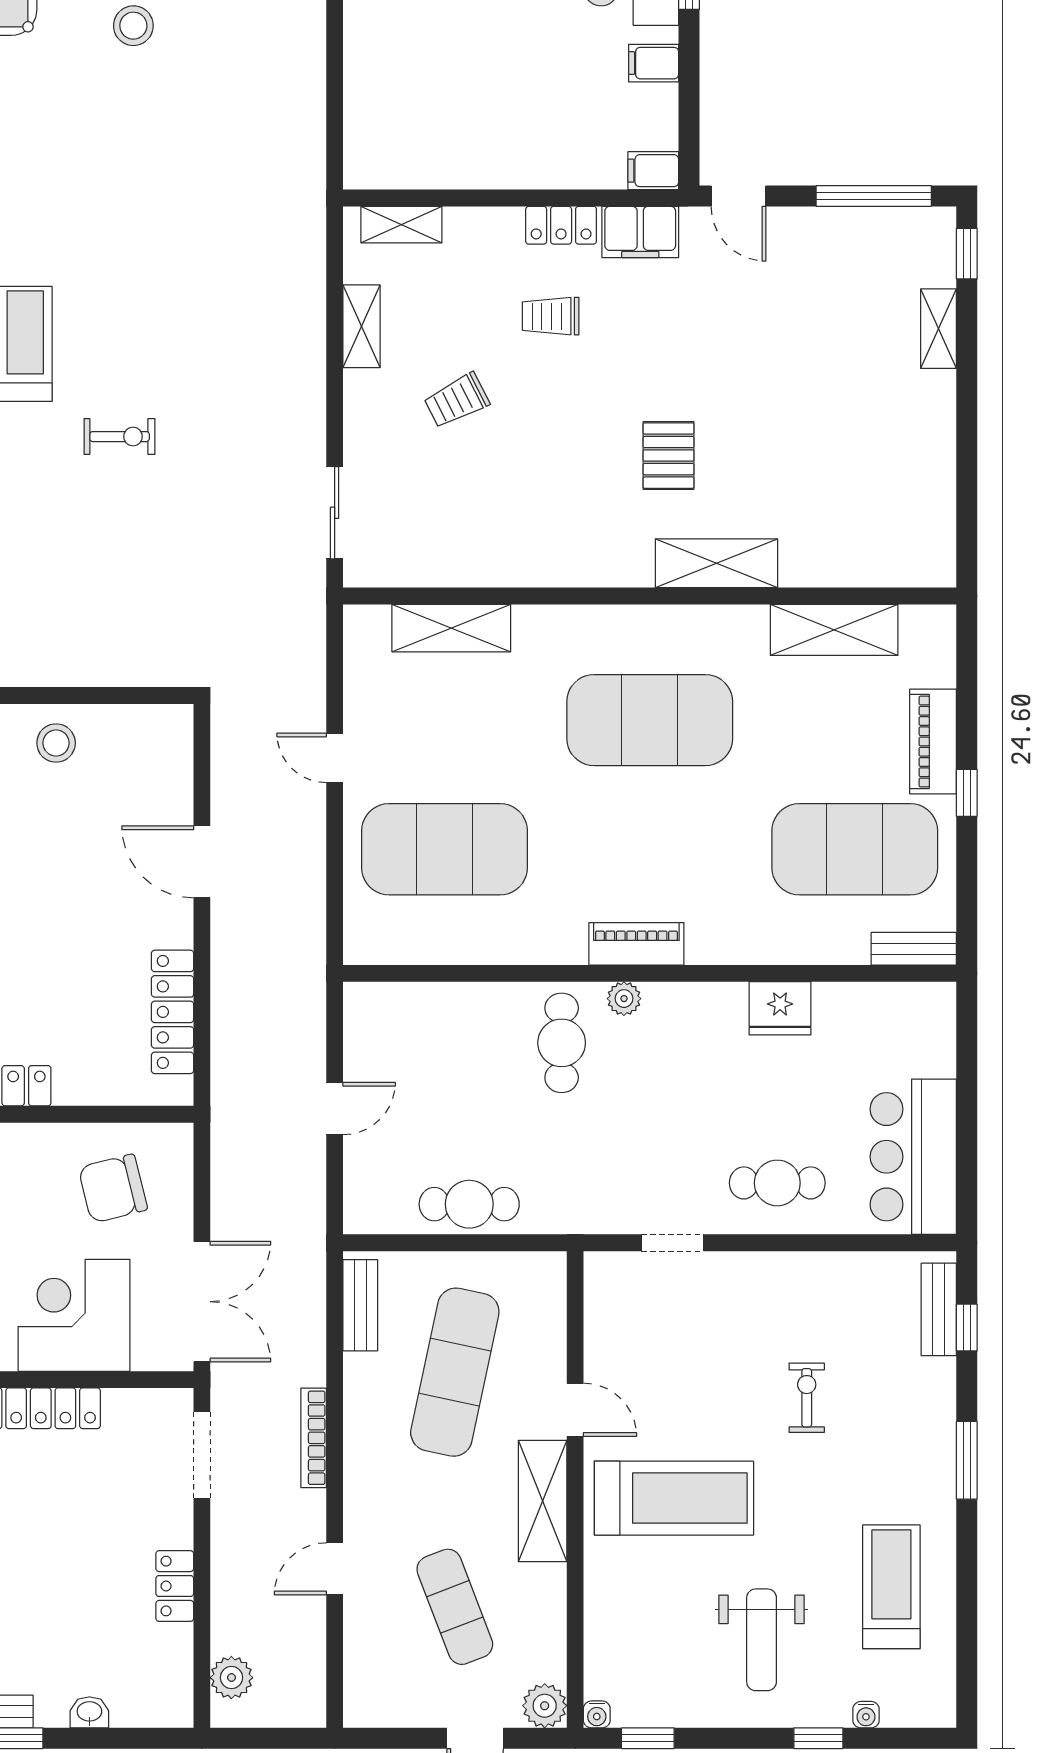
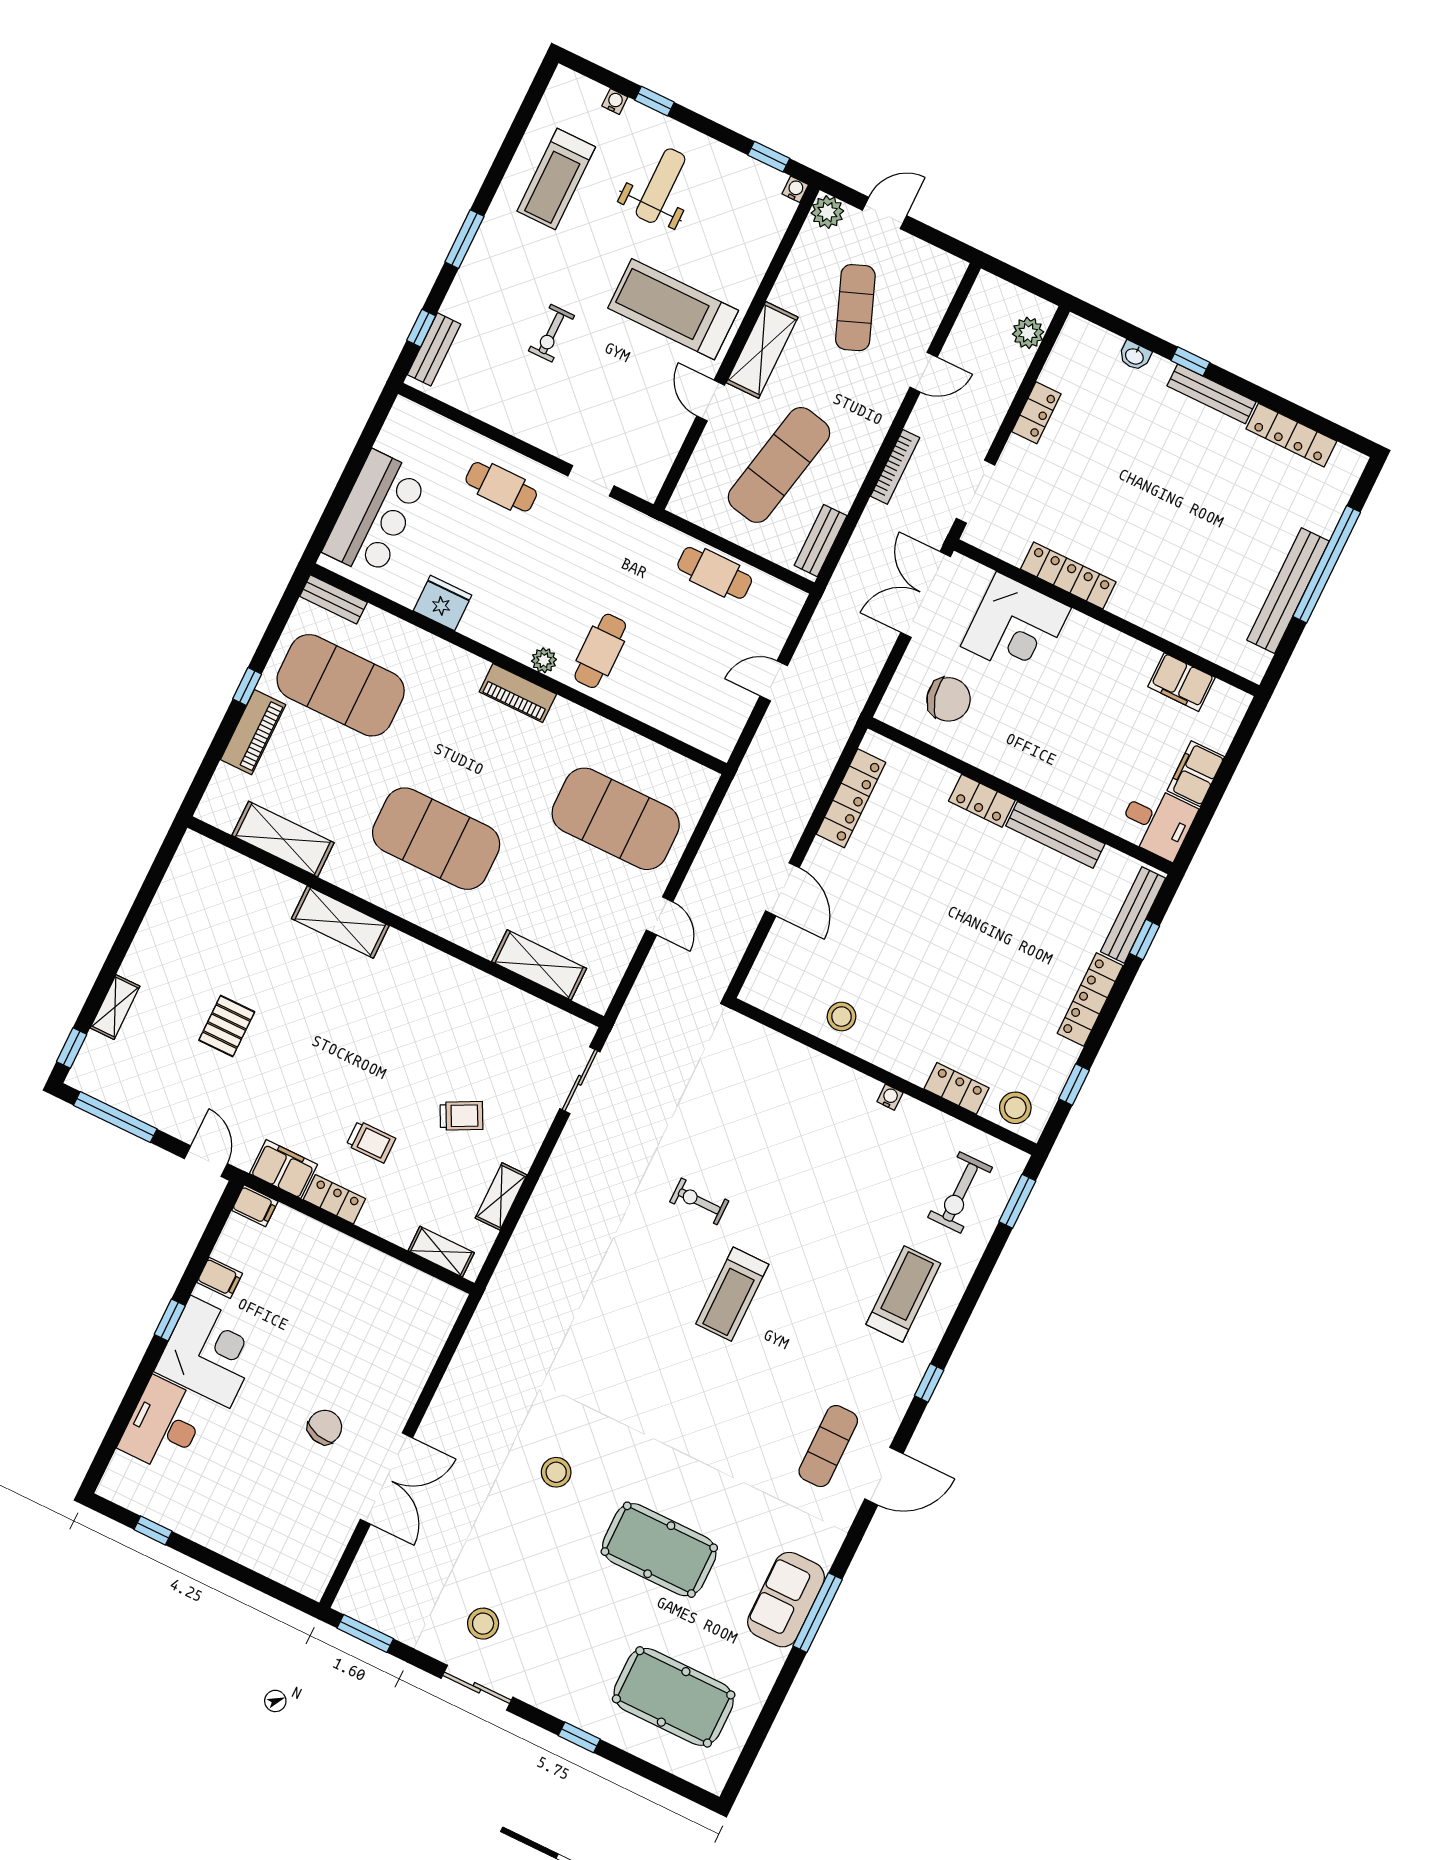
pallet: (668, 456) -> (227, 1026), moved
bar counter: (913, 1157) -> (375, 514), moved

